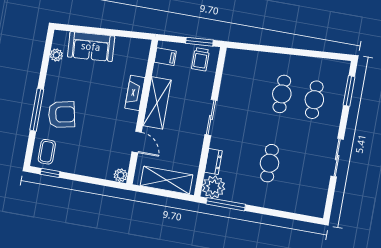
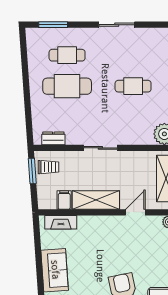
filing cabinet: (165, 57) -> (64, 200), moved
fireplace: (135, 93) -> (61, 222), moved
cafe table: (282, 94) -> (67, 86), width x1.37, depth x1.35
dresser: (213, 162) -> (53, 138), moved

